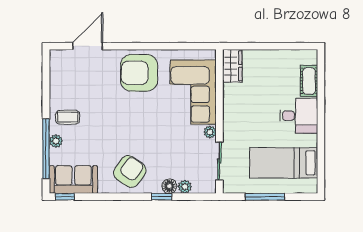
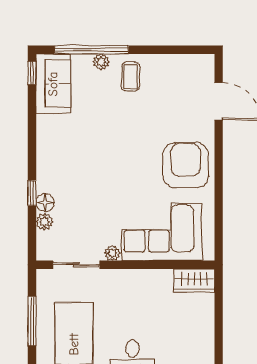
armchair: (130, 171) -> (63, 154), removed

